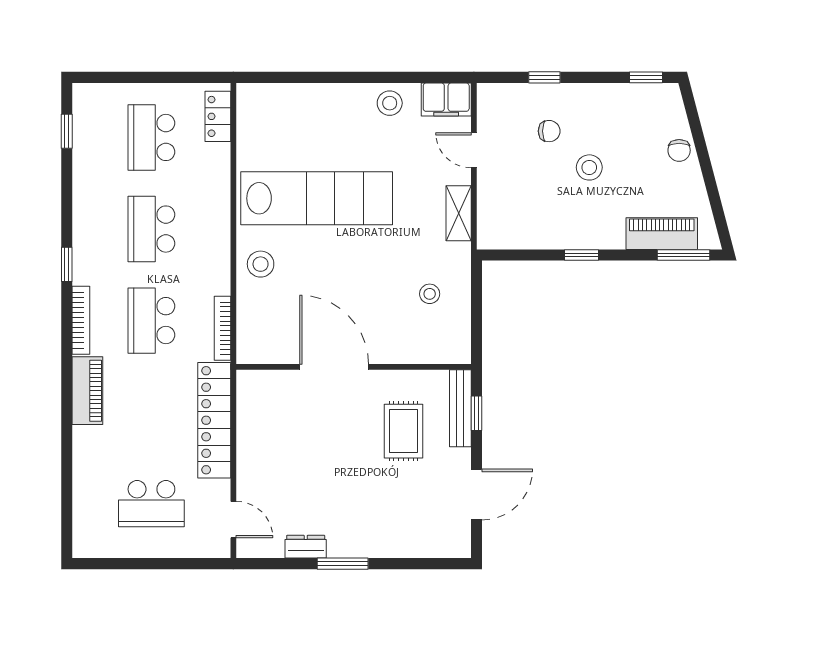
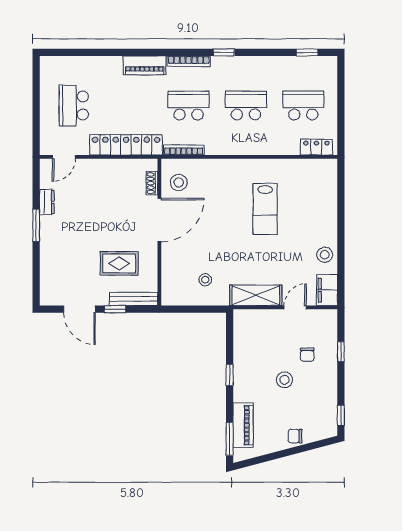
lab bench: (317, 198) -> (265, 209), width x0.54, depth x0.72
shelving: (459, 213) -> (256, 295), width x1.50, depth x1.33
stool: (261, 264) -> (179, 182), moved
shoe rack: (276, 379) -> (152, 183), added
window: (477, 413) -> (115, 309), moved

